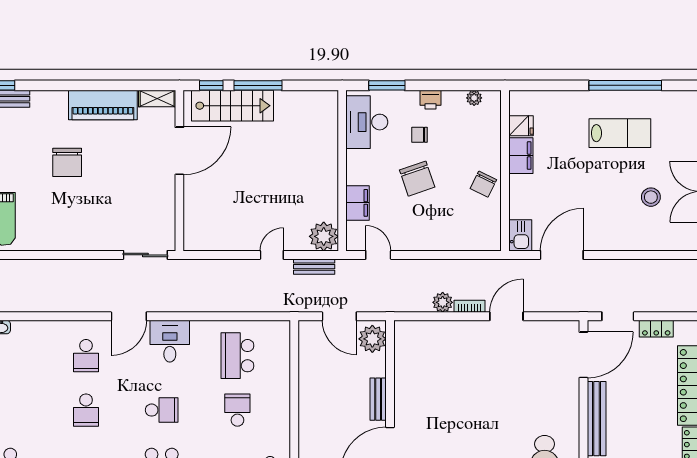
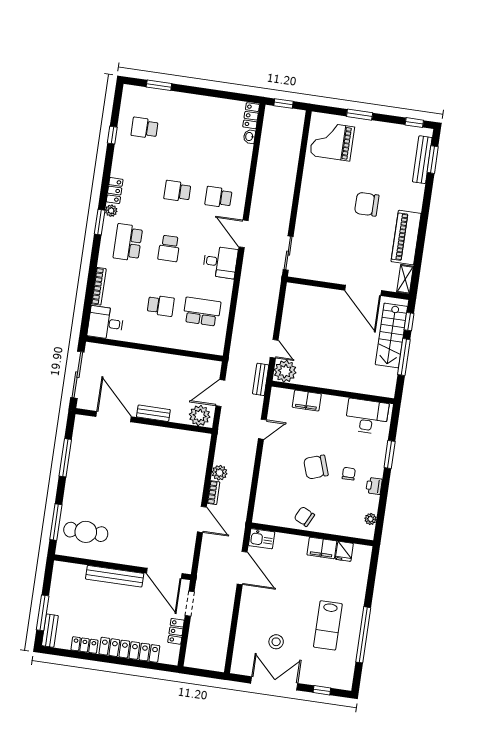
desk: (367, 122) -> (367, 416), moved
wall: (342, 171) -> (333, 392), moved
filing cabinet: (358, 203) -> (307, 401), moved
plant: (324, 236) -> (285, 371), moved

